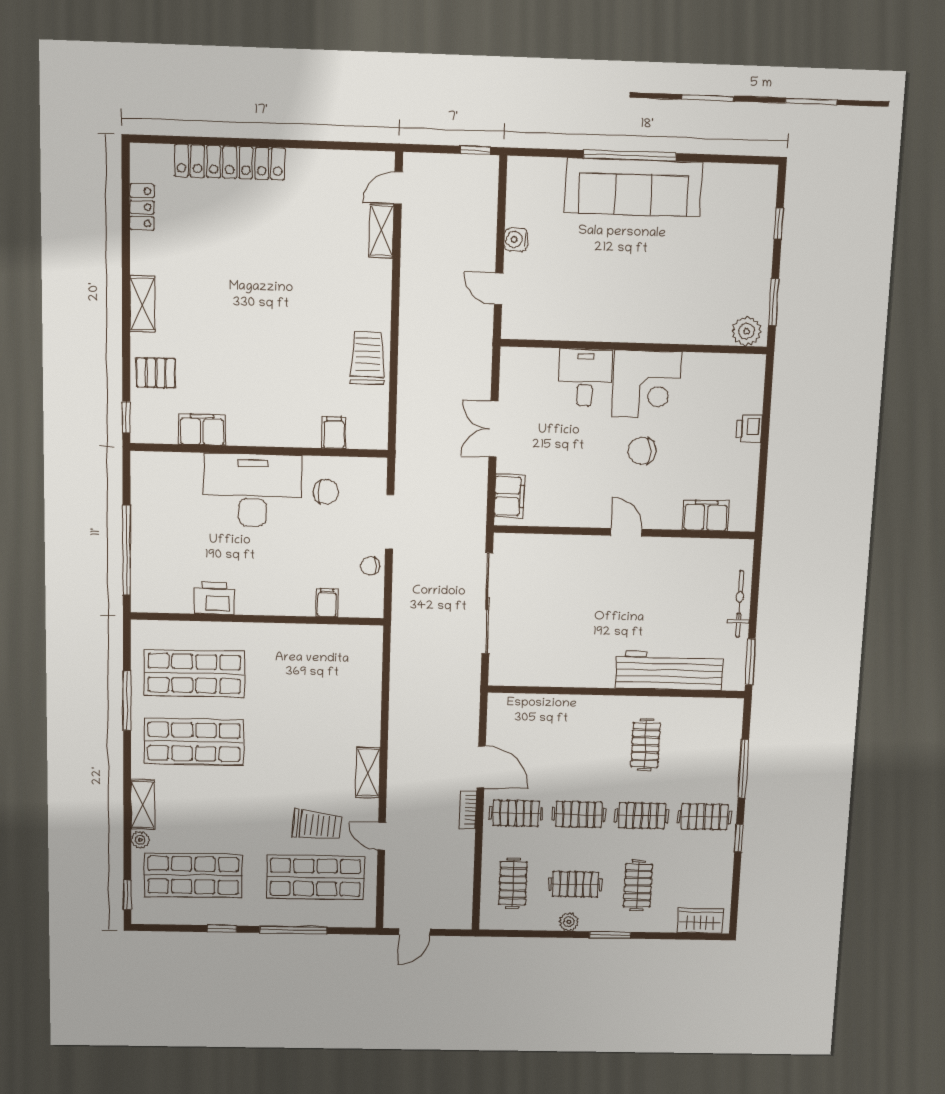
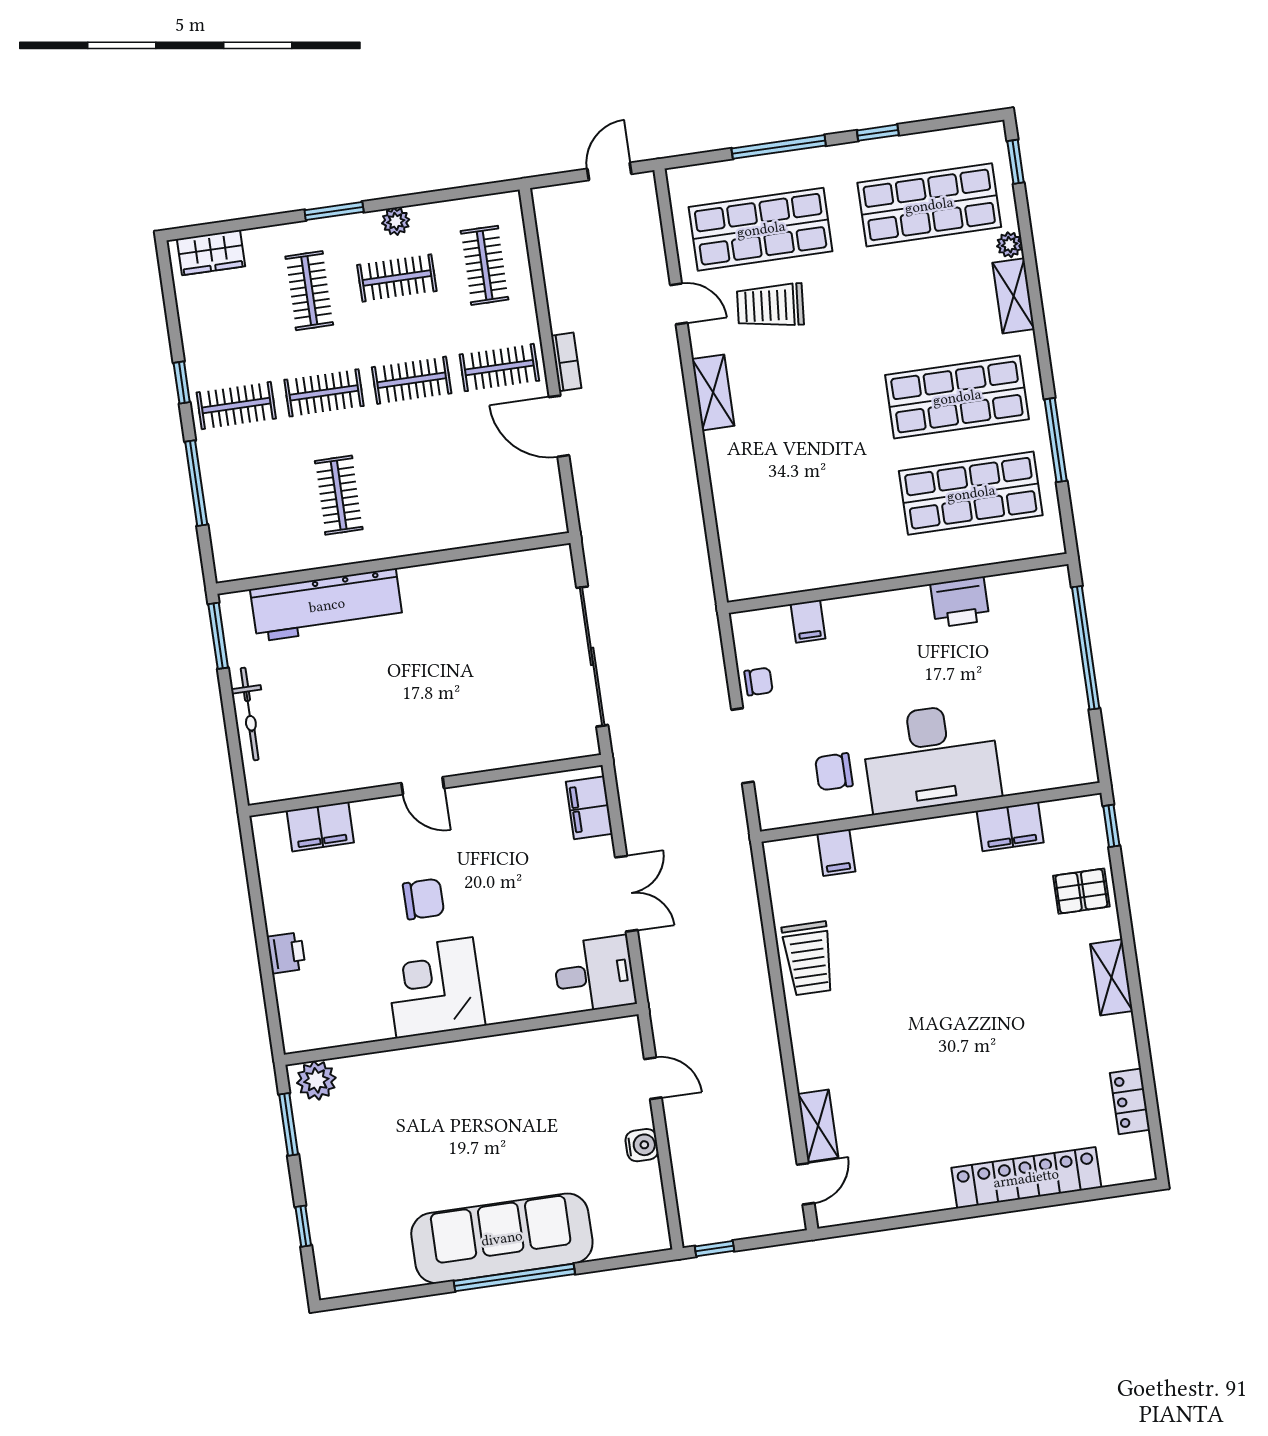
desk: (585, 378) -> (594, 974), moved, turned -90

